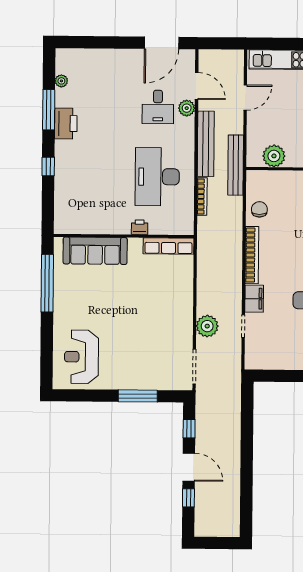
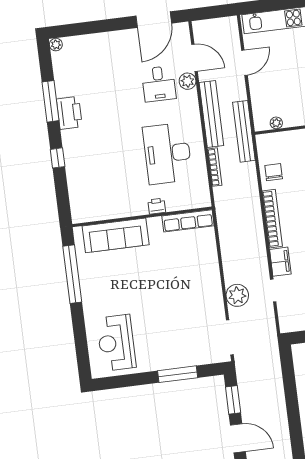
plant: (61, 81) -> (56, 45), moved
plant: (274, 156) -> (276, 123), width x0.53, depth x0.53
window: (189, 429) -> (233, 400), width x1.50

